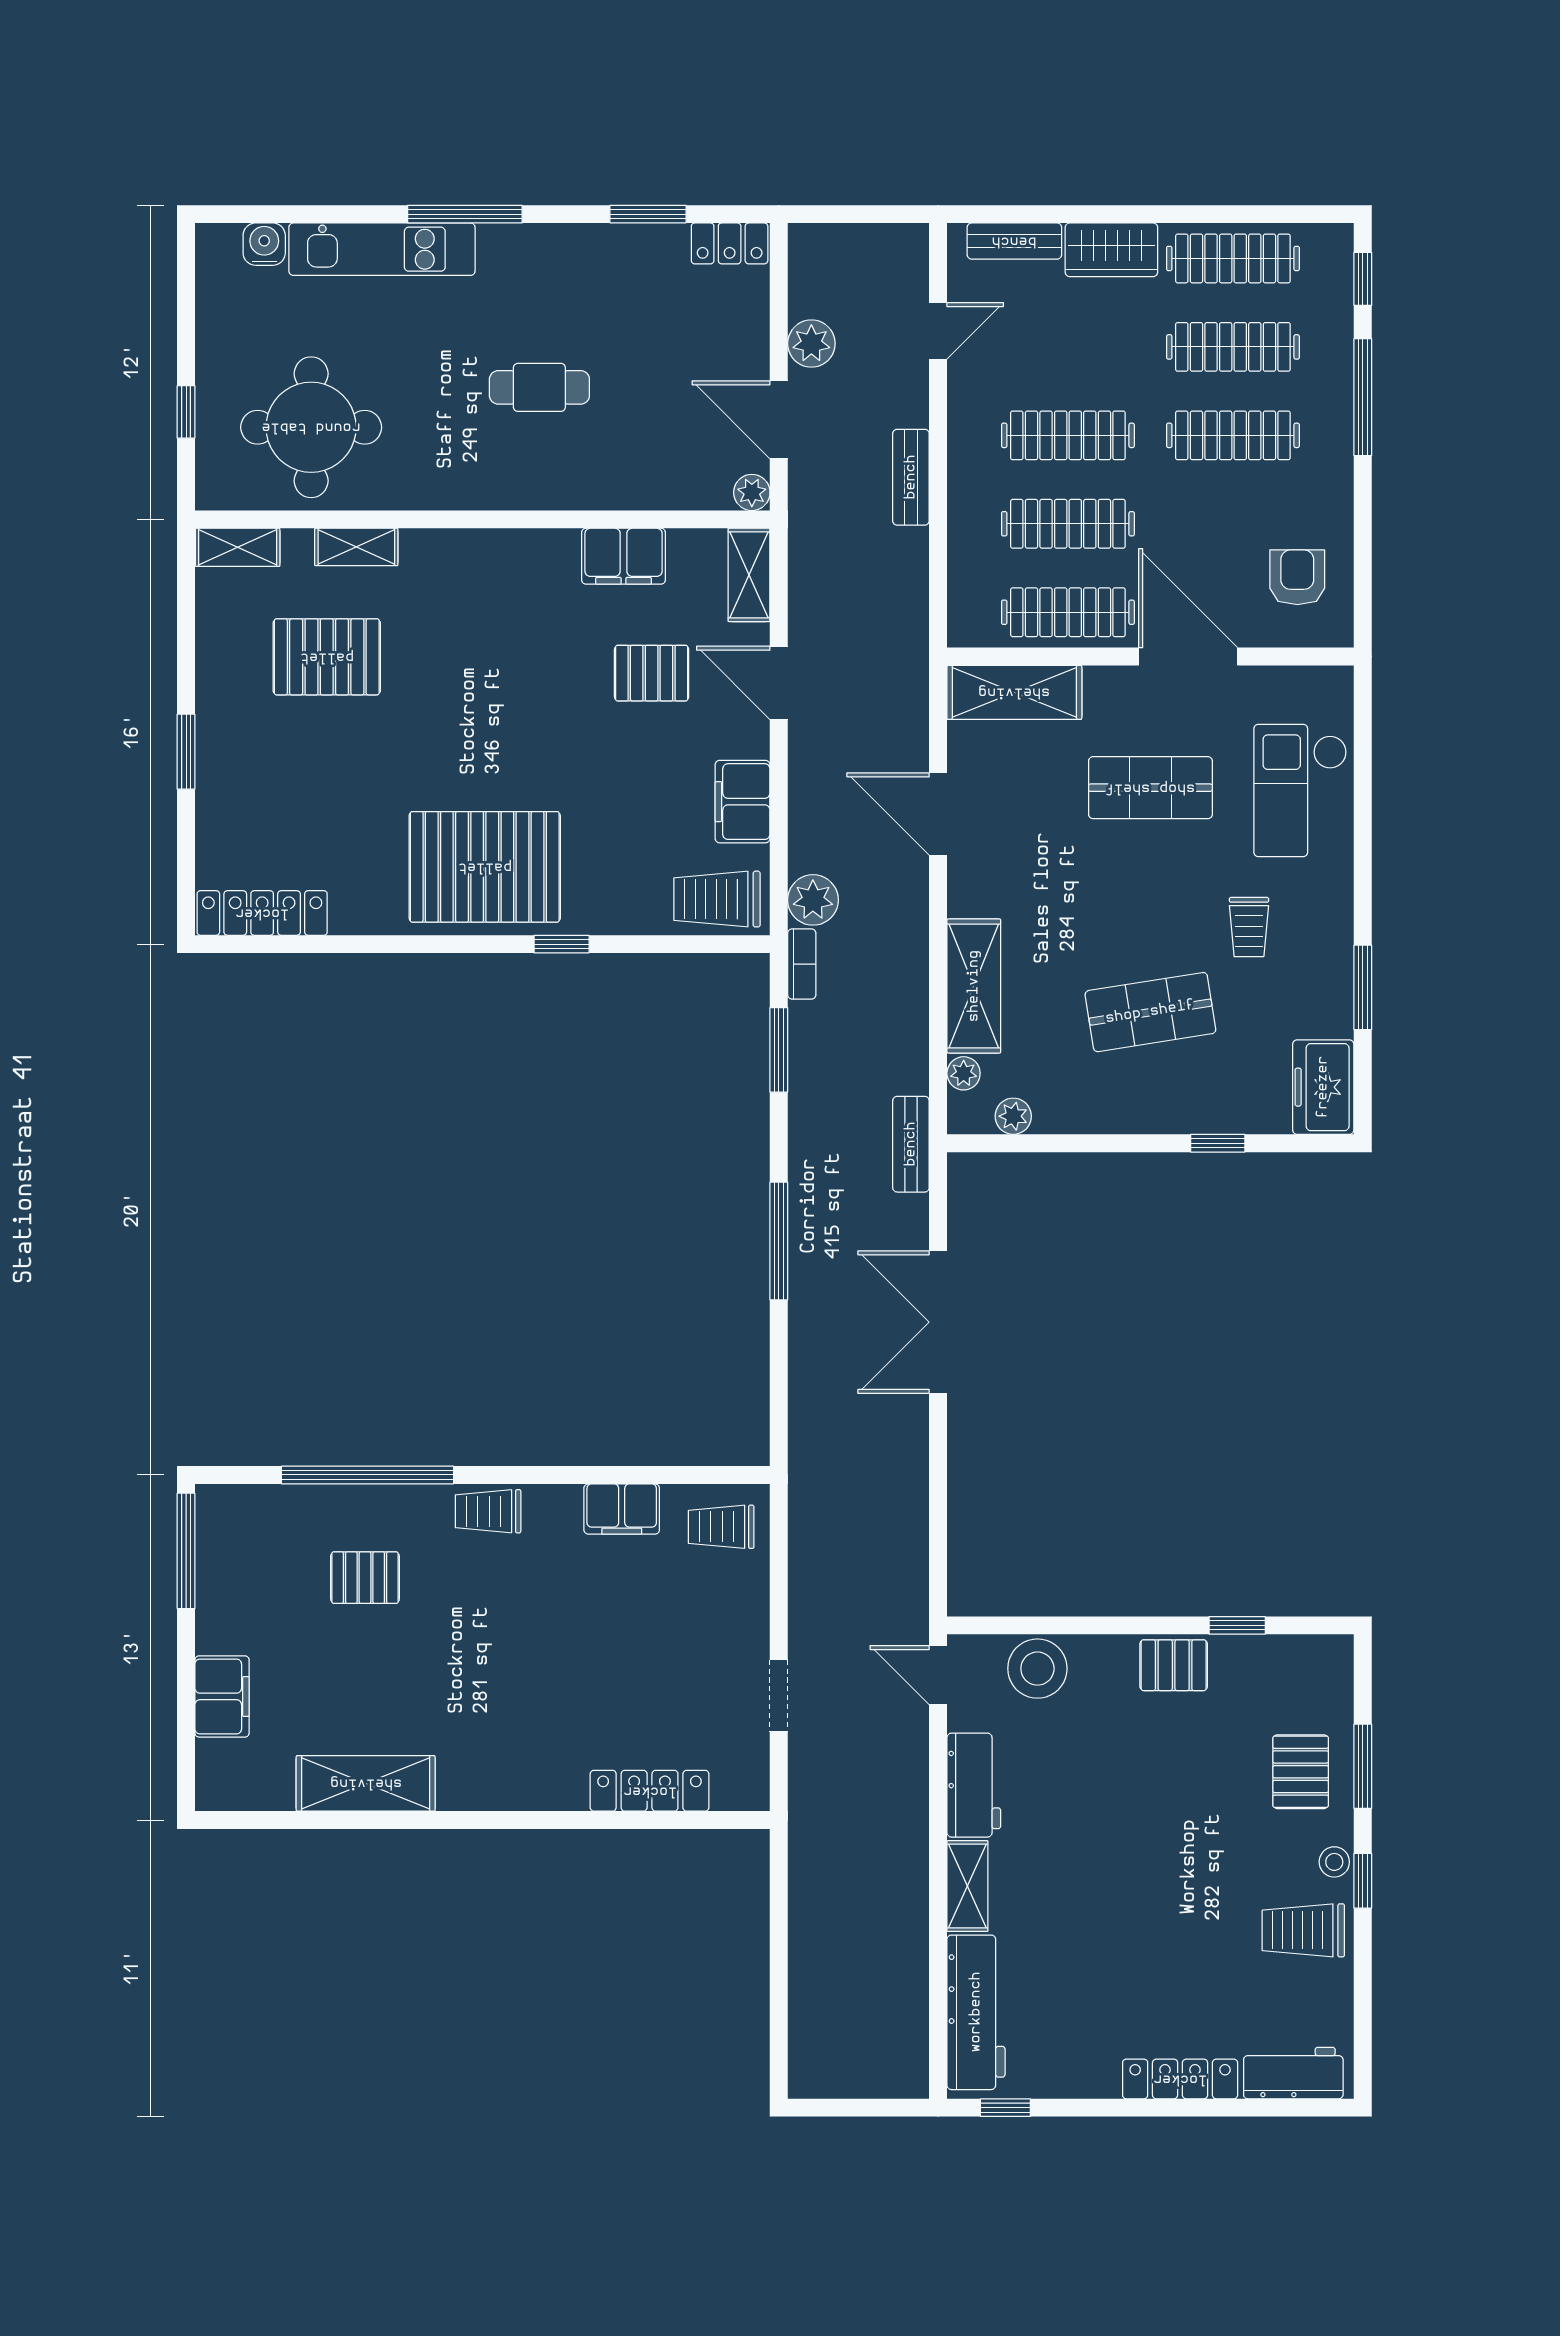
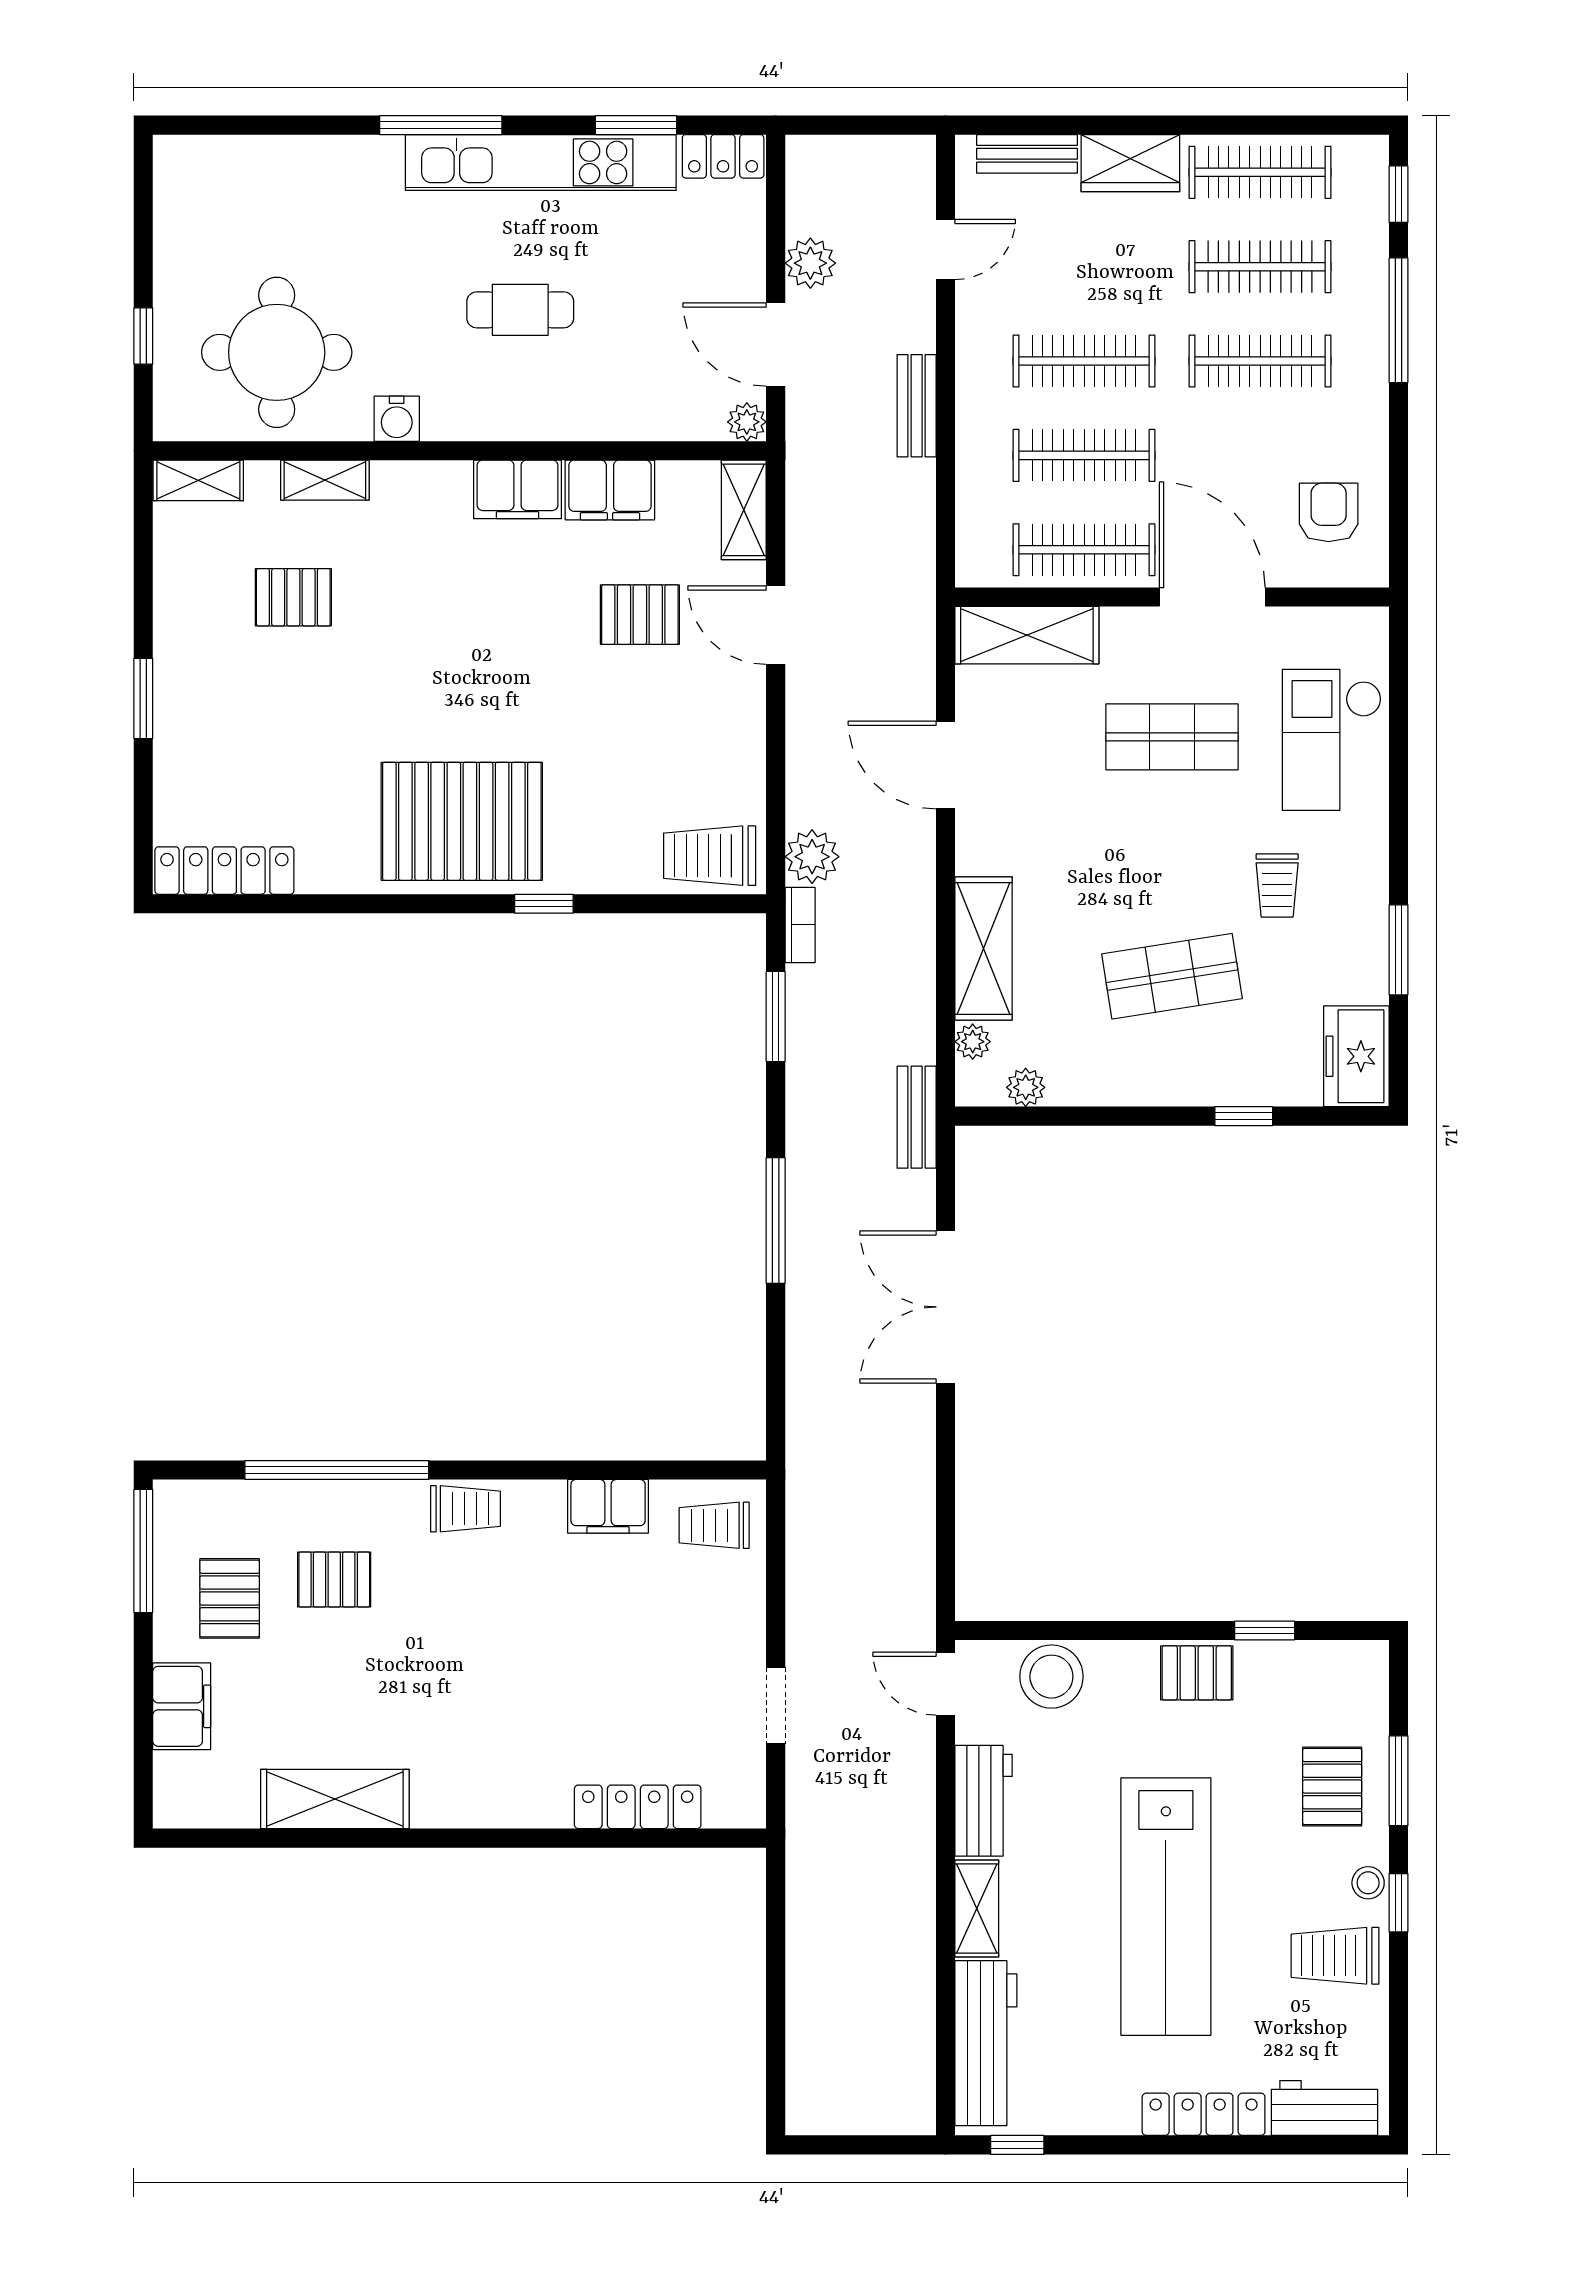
water cooler: (264, 244) -> (397, 419), moved, turned 180
kitchen unit: (382, 249) -> (541, 162), moved, width x1.36
pallet: (327, 657) -> (293, 597), width x0.67, depth x0.71
filing cabinet: (743, 802) -> (517, 489), moved, turned -90
trolley: (488, 1511) -> (465, 1509), turned 180
pallet: (267, 1595) -> (230, 1598), added
lab bench: (1145, 1884) -> (1166, 1907), added

